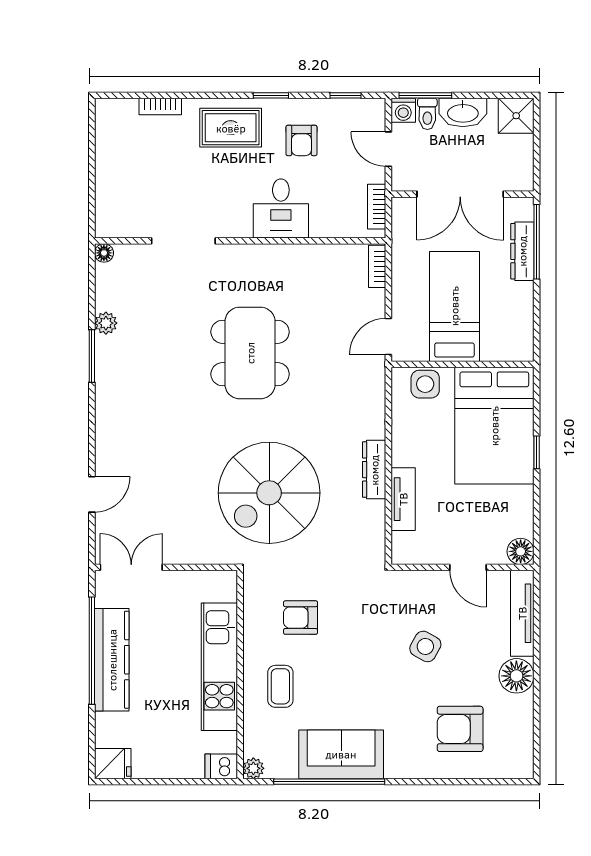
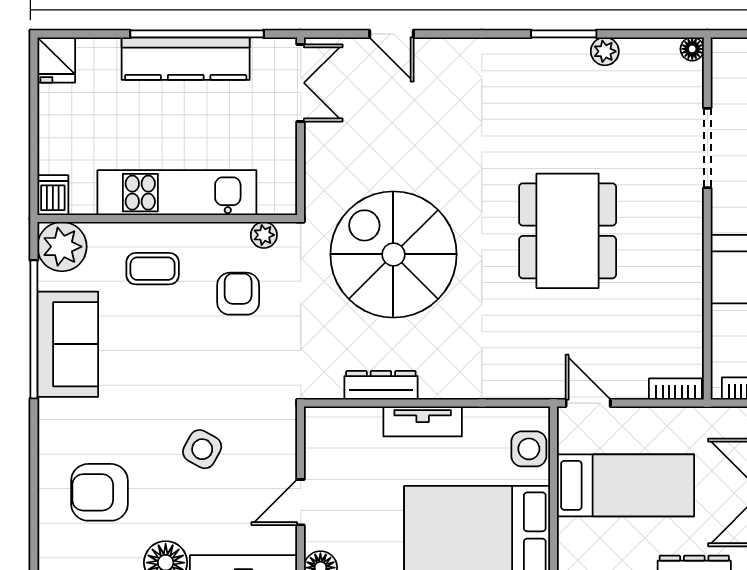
dining table: (250, 353) -> (568, 231), turned 90
dresser: (374, 470) -> (381, 385), moved
tv unit: (403, 499) -> (423, 421), moved
plant: (253, 597) -> (264, 235), added
armchair: (460, 729) -> (100, 492), turned -90
plant: (253, 768) -> (62, 247), width x1.88, depth x1.88

